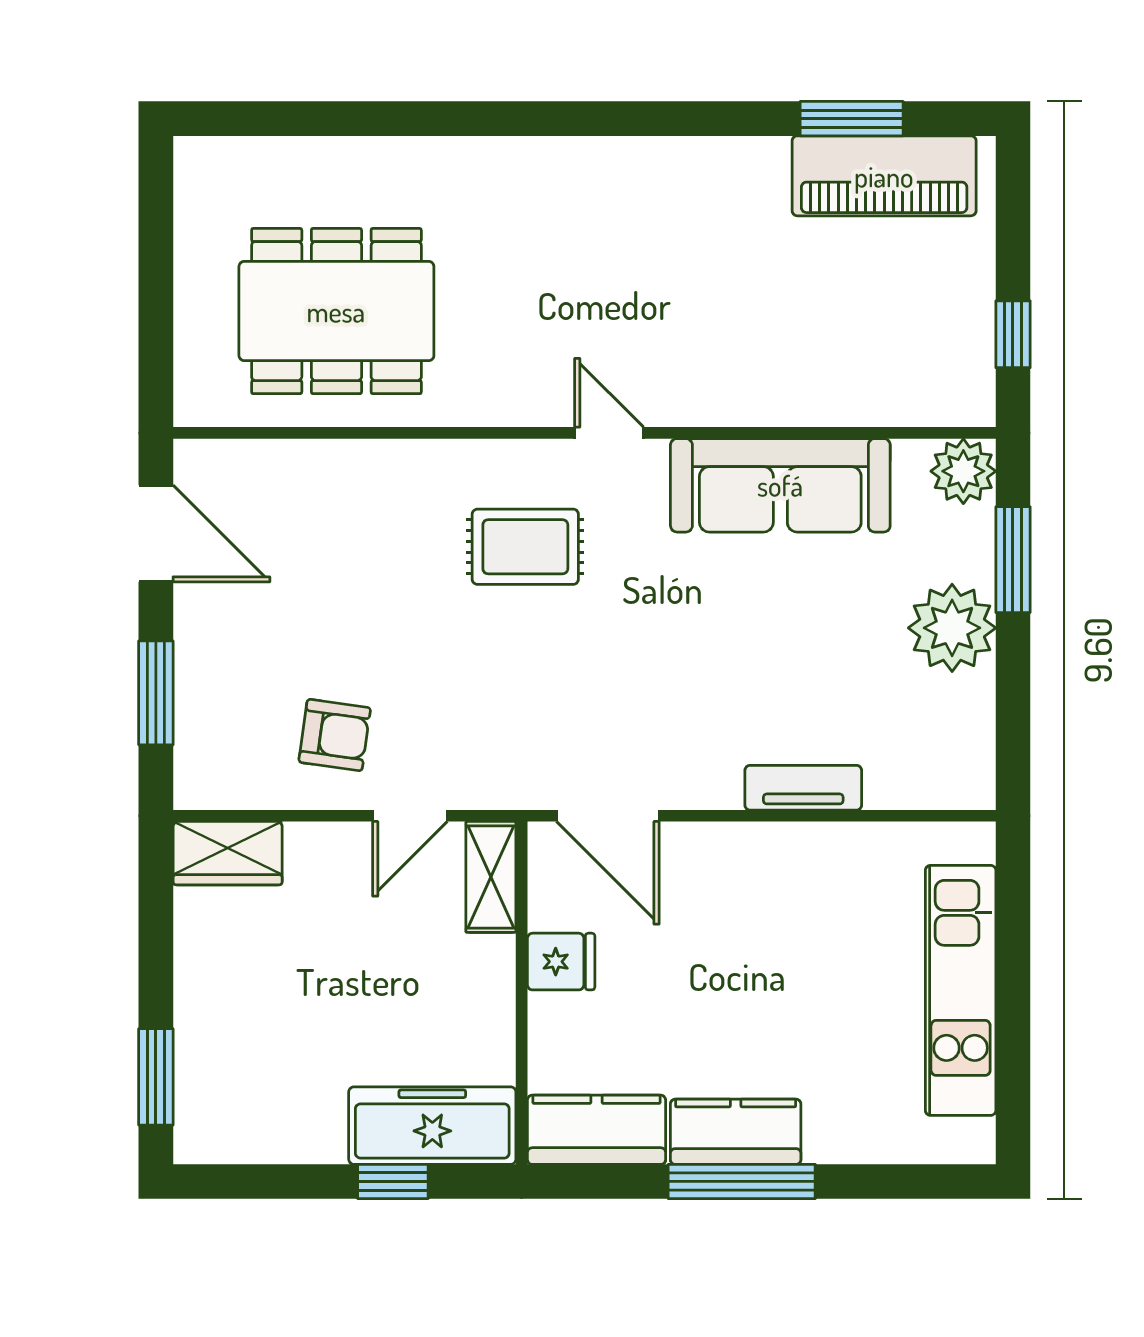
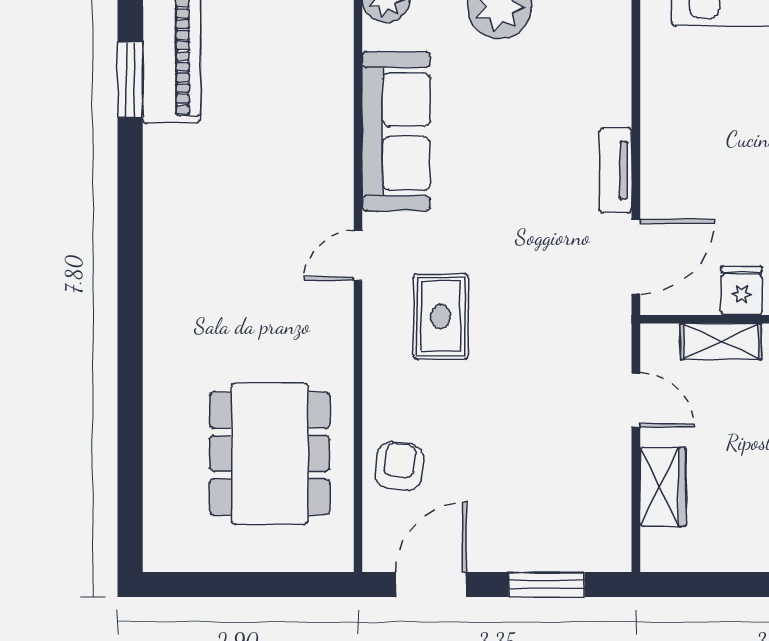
armchair: (335, 735) -> (399, 466), moved
tv unit: (803, 788) -> (616, 170), moved
wardrobe: (228, 853) -> (663, 487), moved
shelving: (491, 877) -> (721, 341), moved

